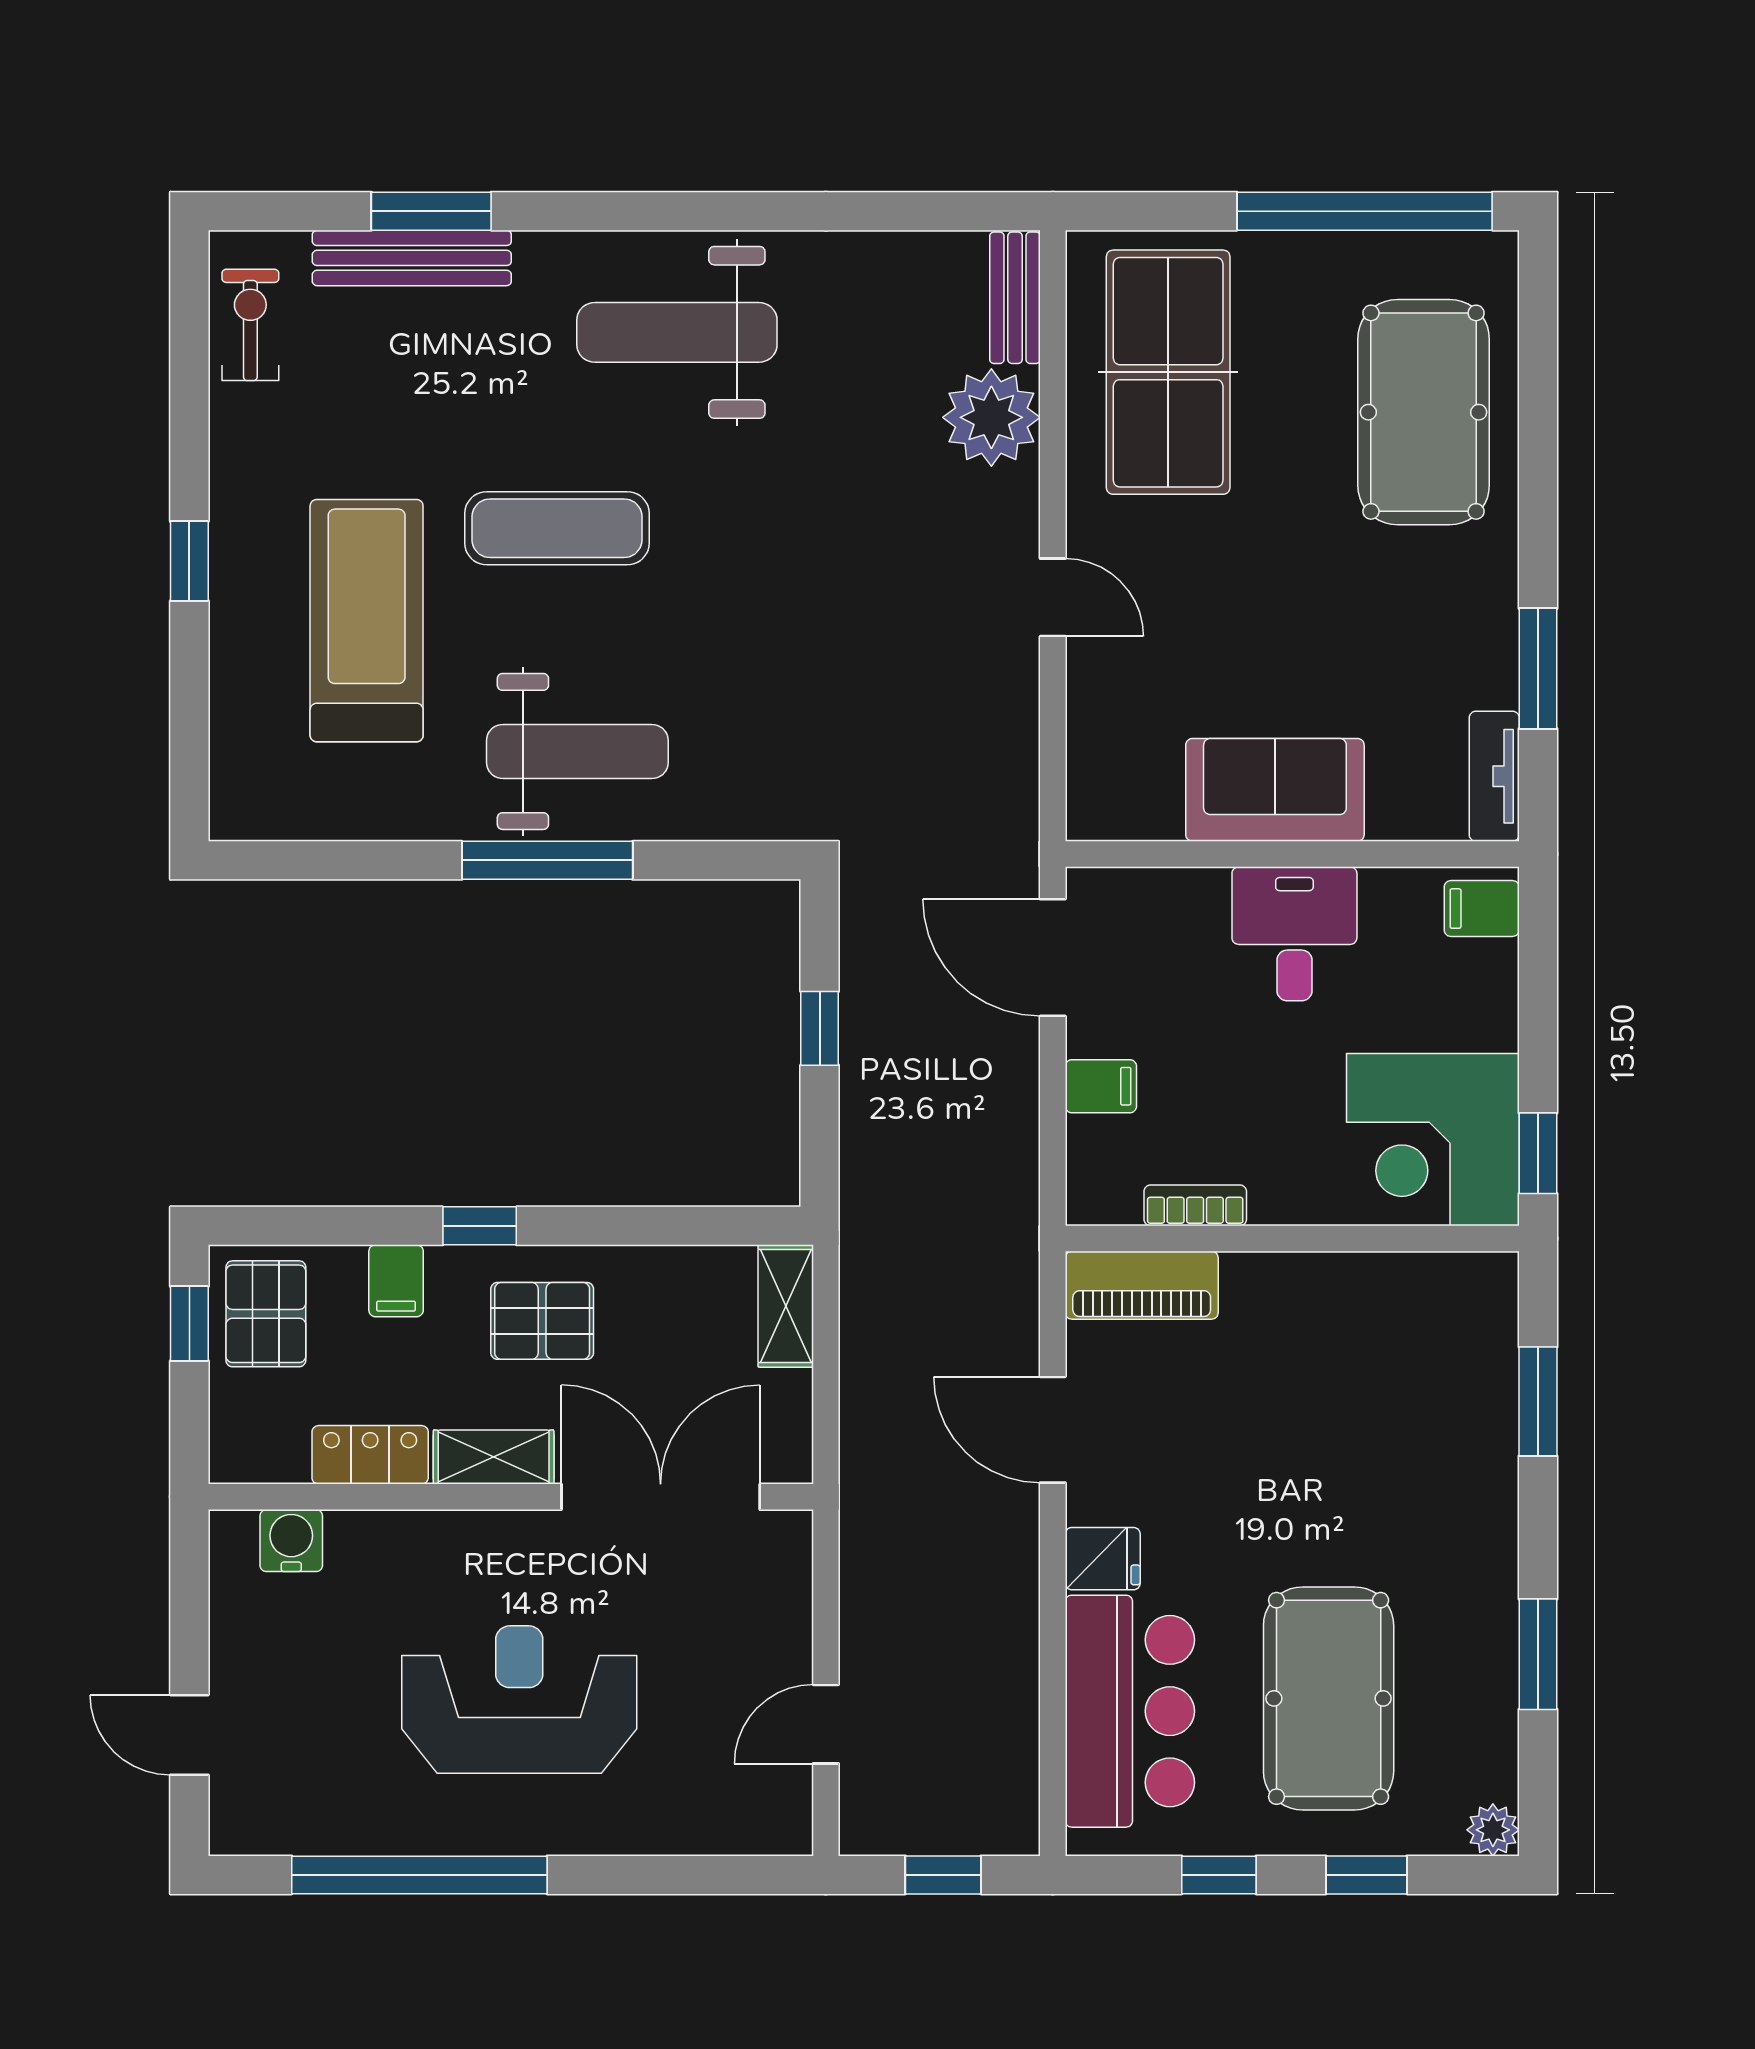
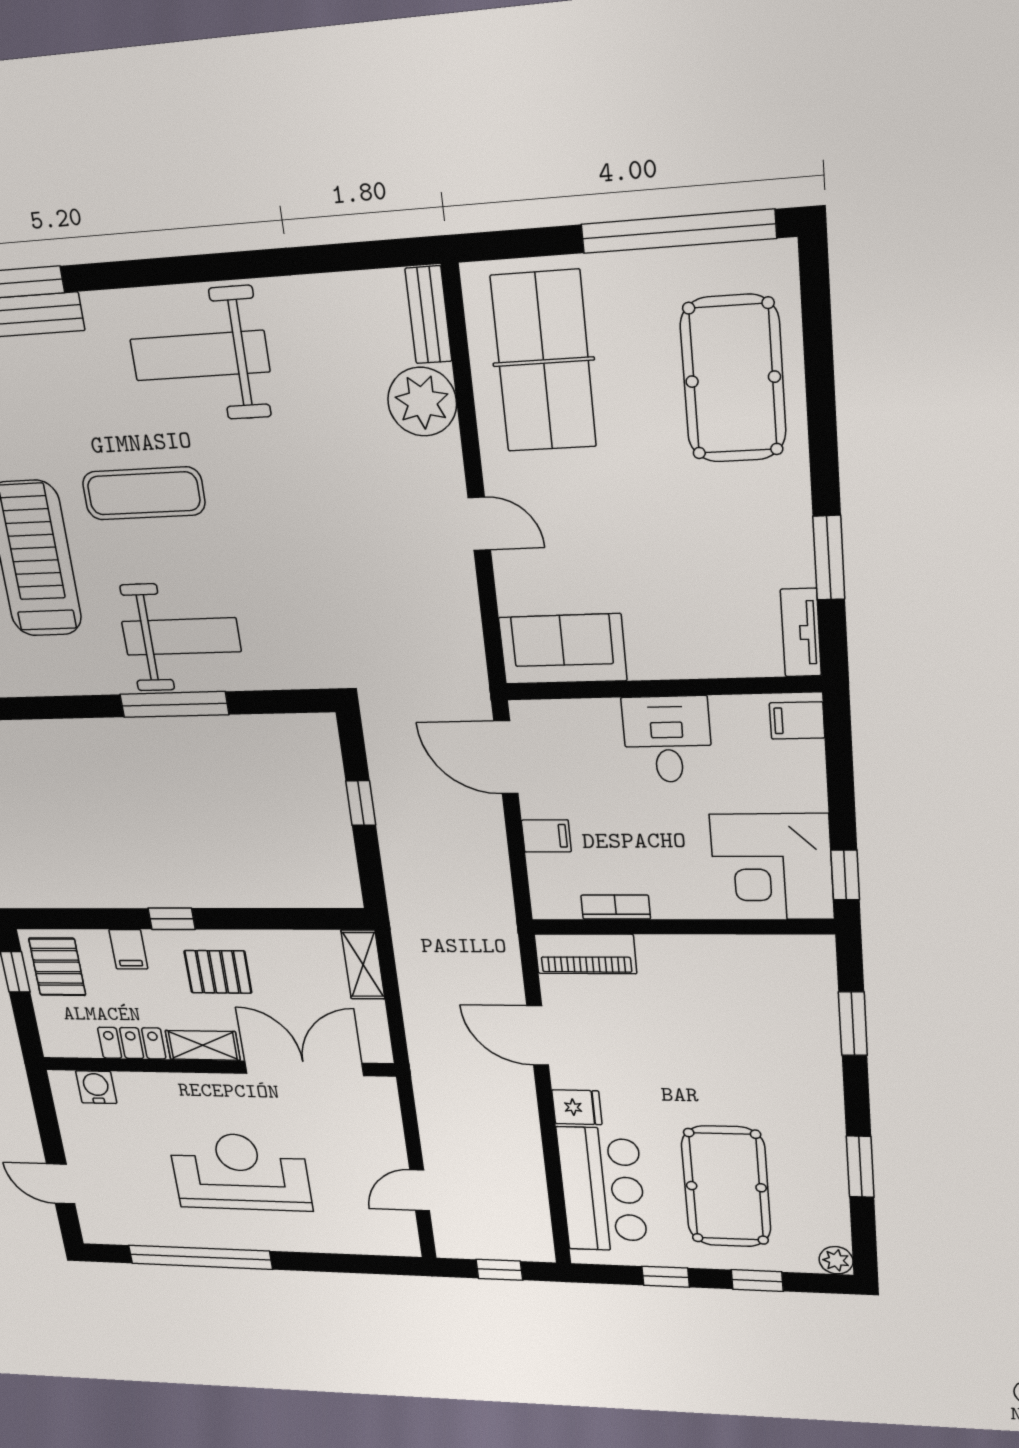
sofa: (1275, 790) -> (563, 649), moved

